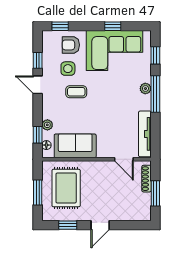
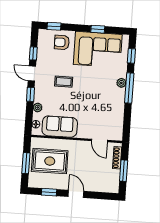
side table: (68, 69) -> (58, 62), removed
tv unit: (145, 134) -> (118, 121), removed
window: (38, 135) -> (31, 94), moved
rug: (66, 188) -> (50, 161), turned 90
door: (100, 225) -> (76, 194), swing flipped

